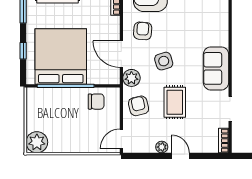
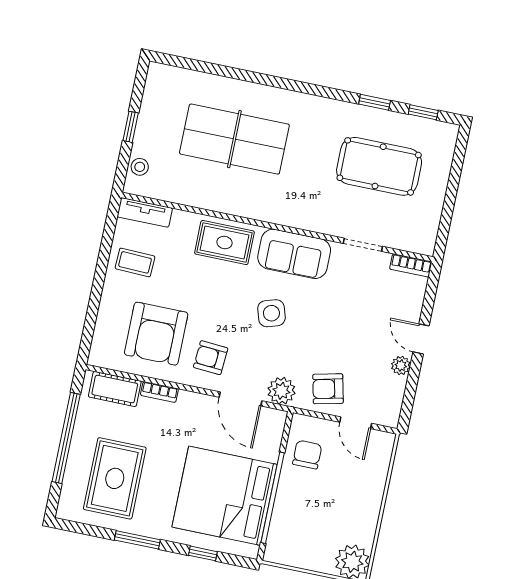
door: (121, 54) -> (240, 399), hinge flipped
side table: (164, 61) -> (271, 313), moved
rug: (175, 102) -> (224, 242), moved
door: (121, 139) -> (356, 423), moved
door: (180, 156) -> (421, 339), hinge flipped

